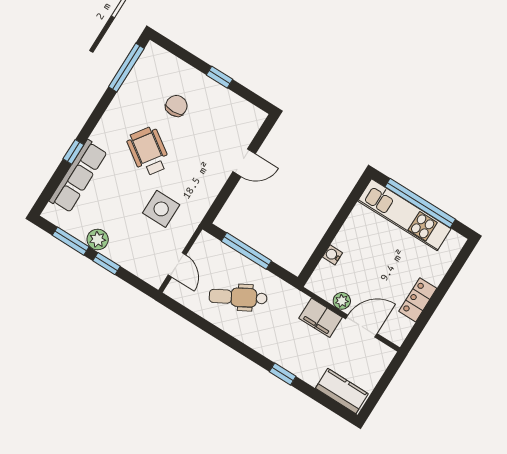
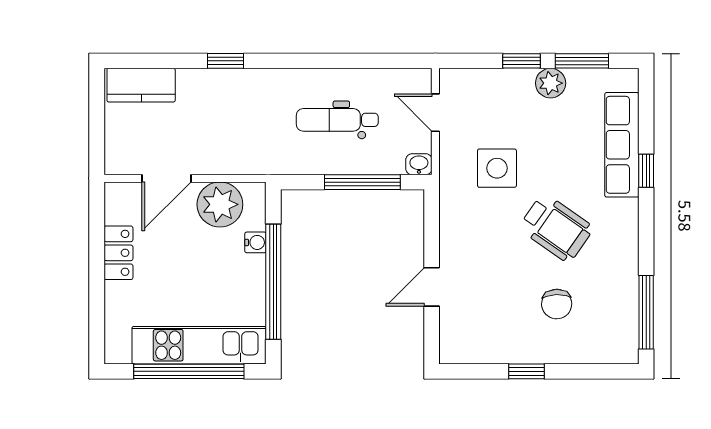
window: (337, 225) -> (273, 282), added
washbasin: (206, 240) -> (419, 164), added
dental chair: (238, 297) -> (337, 120), turned -151
plant: (342, 301) -> (220, 204), width x1.88, depth x1.88
filing cabinet: (321, 318) -> (222, 158), removed

